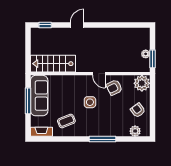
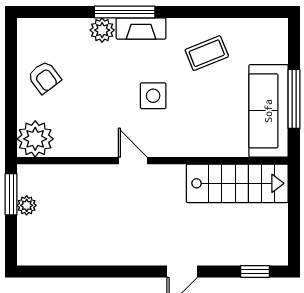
armchair: (114, 87) -> (98, 129), removed
plant: (135, 131) -> (102, 30), moved
fireplace: (41, 132) -> (141, 28), moved

